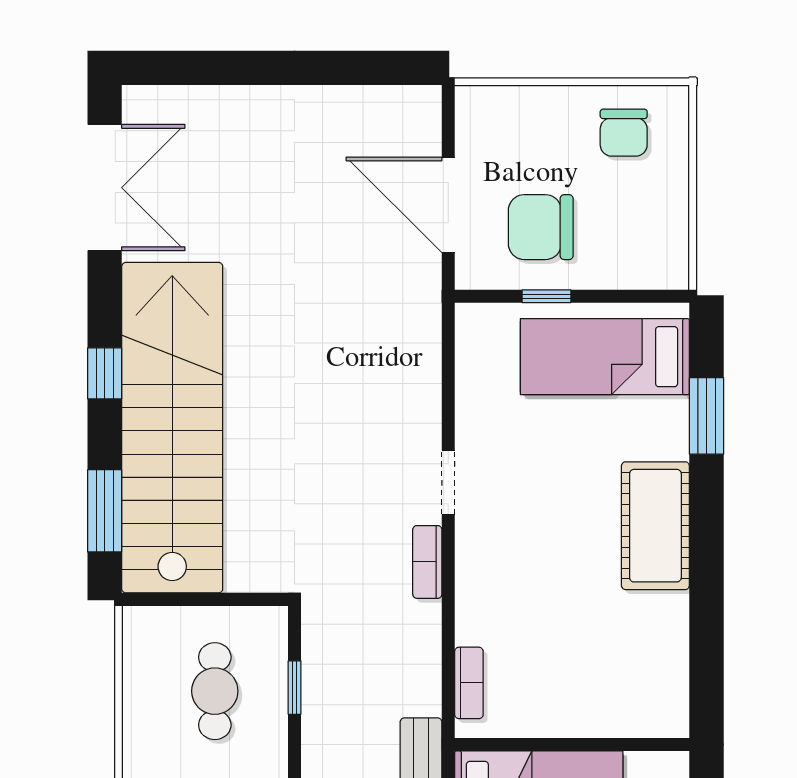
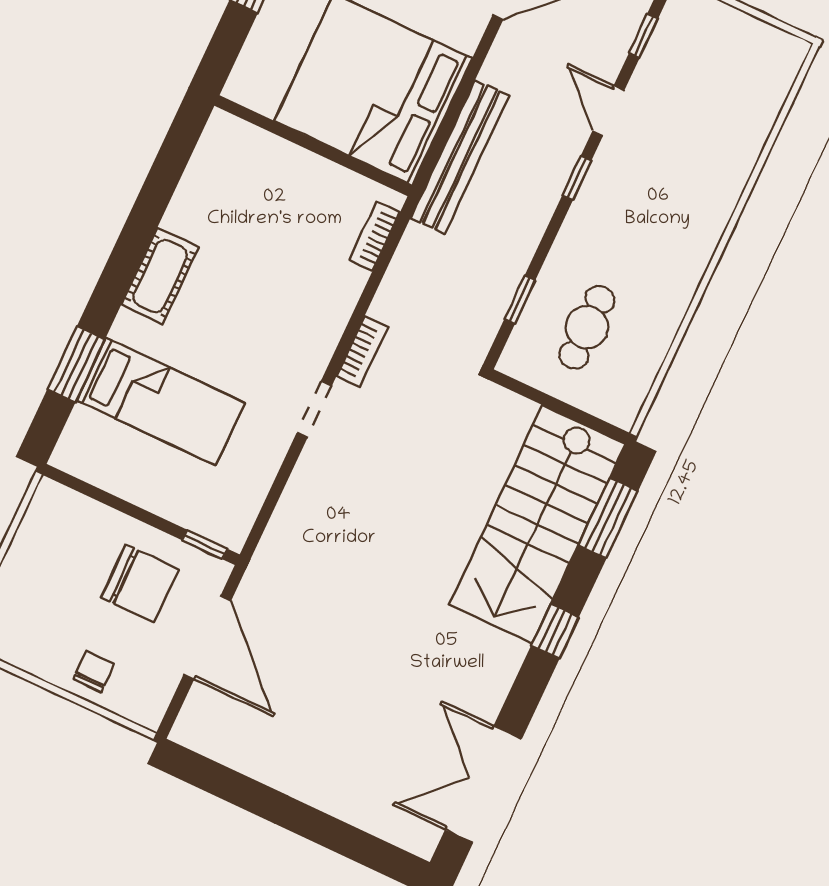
chair: (624, 133) -> (94, 672), moved, width x0.73, depth x0.73
window: (547, 296) -> (204, 544), moved
bed: (605, 357) -> (161, 402), moved
stairs: (172, 428) -> (537, 524), width x0.73
cot: (655, 526) -> (160, 276), width x0.73, depth x0.75

